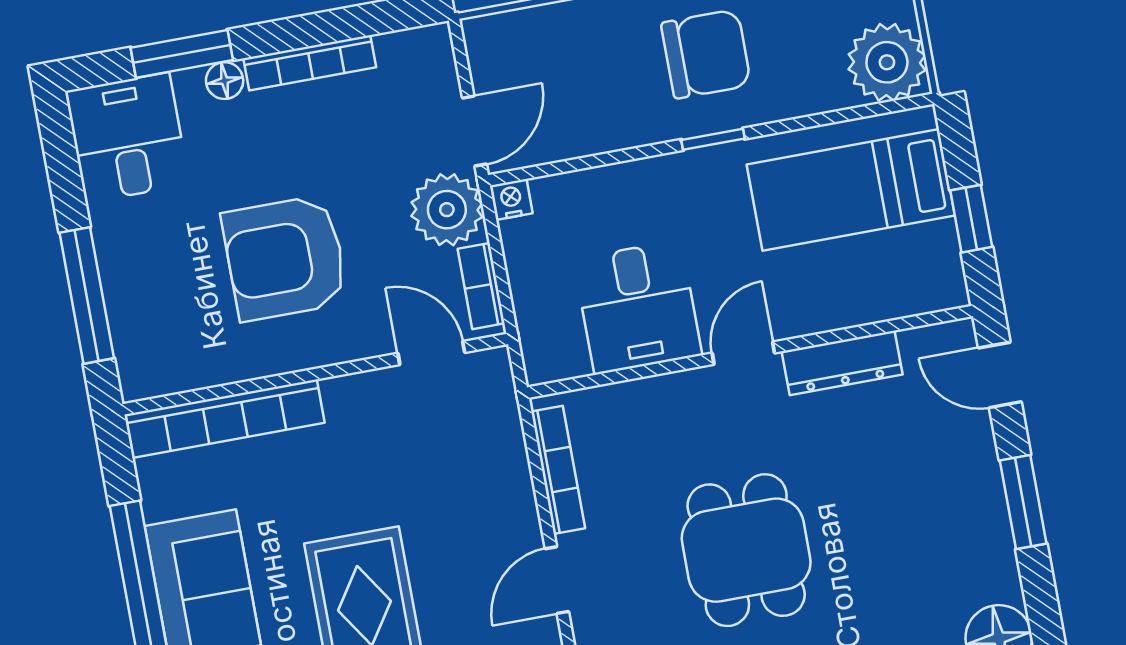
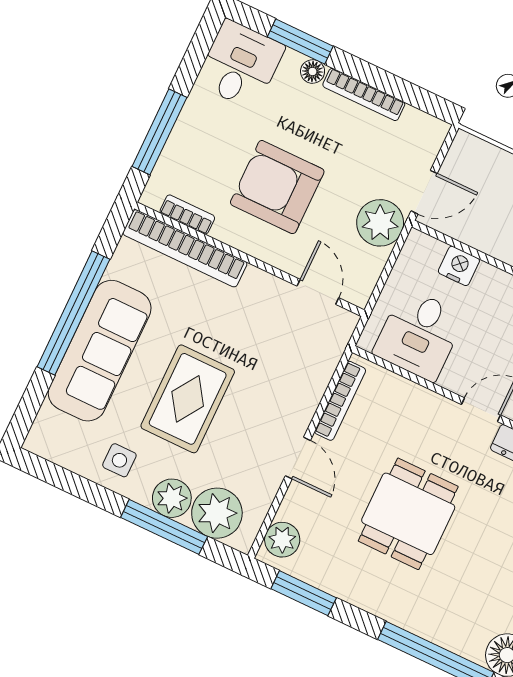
nightstand: (511, 199) -> (459, 266), moved, width x1.39, depth x1.35
bookcase: (481, 286) -> (187, 215), moved, turned 90
desk: (638, 307) -> (419, 334), moved
door: (557, 580) -> (298, 458), swing flipped

